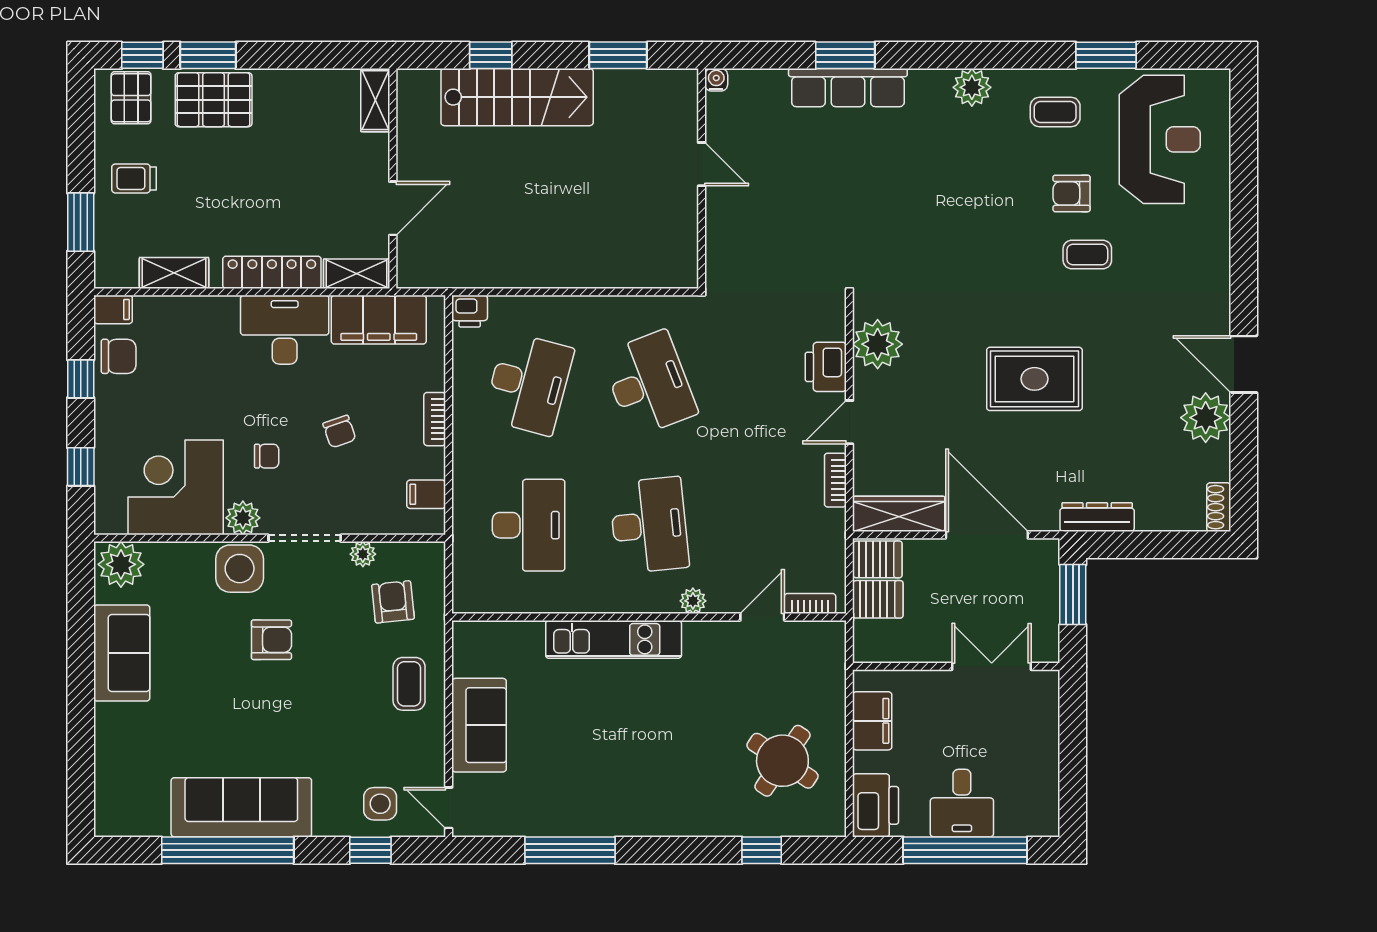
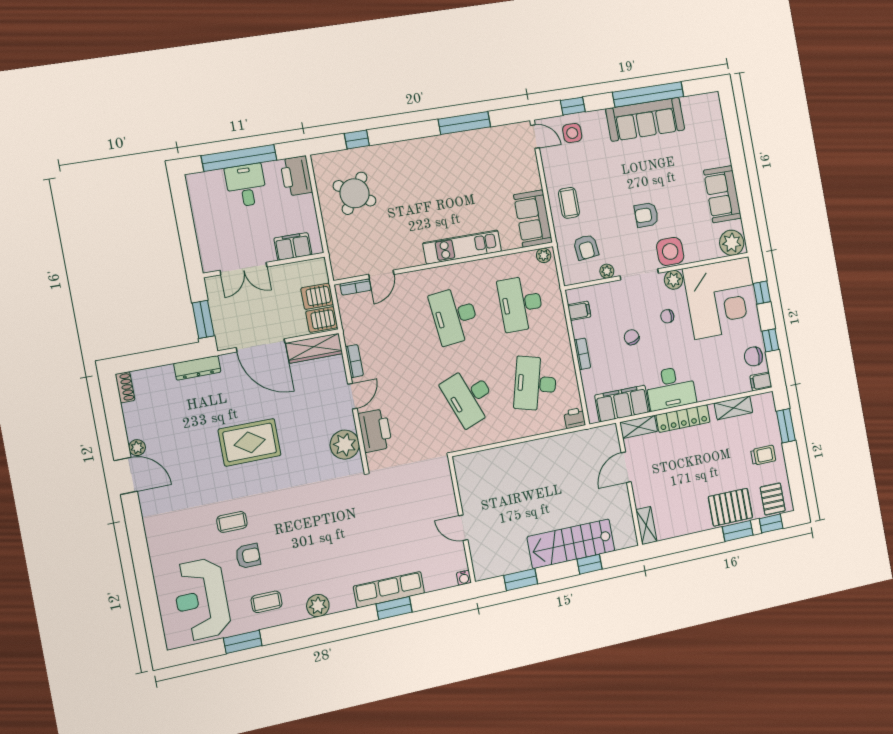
printer: (826, 367) -> (375, 430), width x1.37, depth x1.19
plant: (1206, 418) -> (137, 448), width x0.53, depth x0.53
corner desk: (176, 487) -> (722, 298), width x1.36, depth x1.36
plant: (693, 601) -> (544, 255), moved
filing cabinet: (872, 721) -> (293, 246), moved, turned 90
sofa: (479, 725) -> (533, 219), moved

